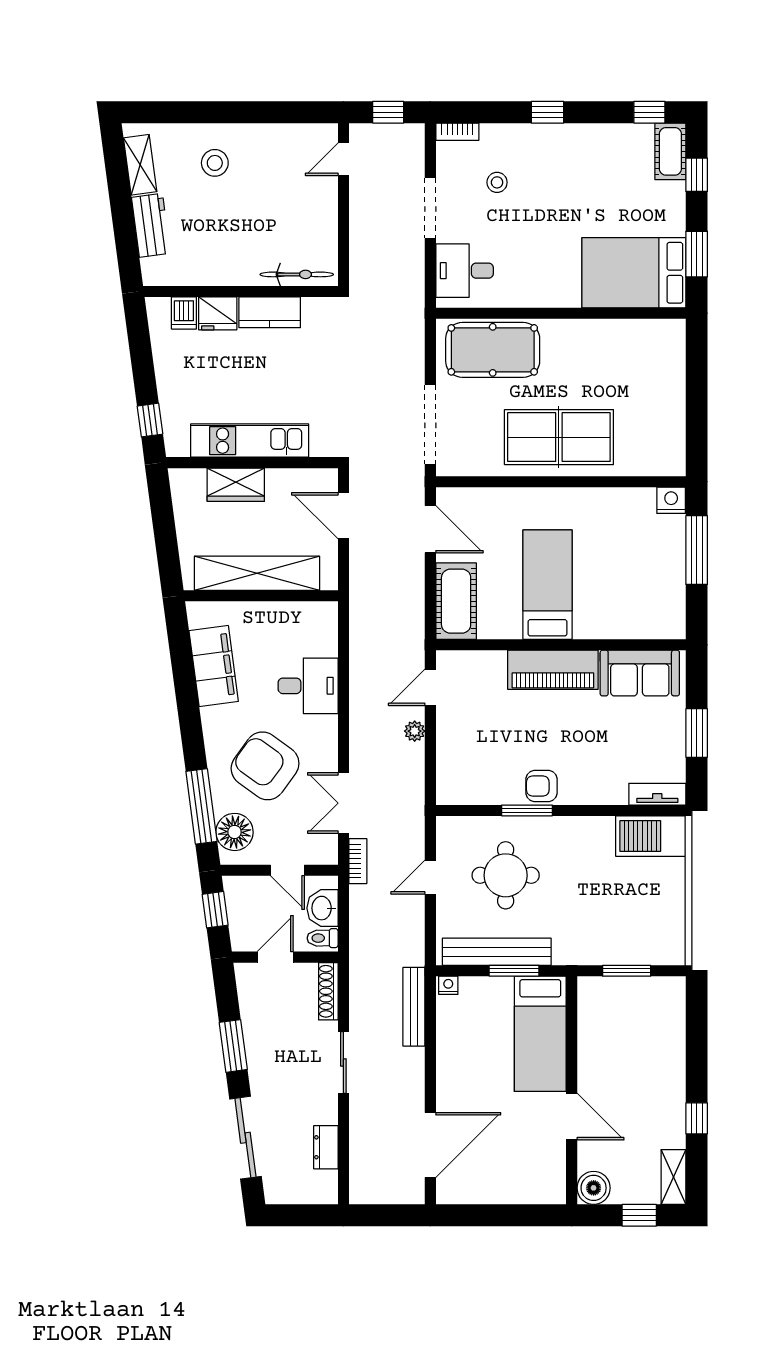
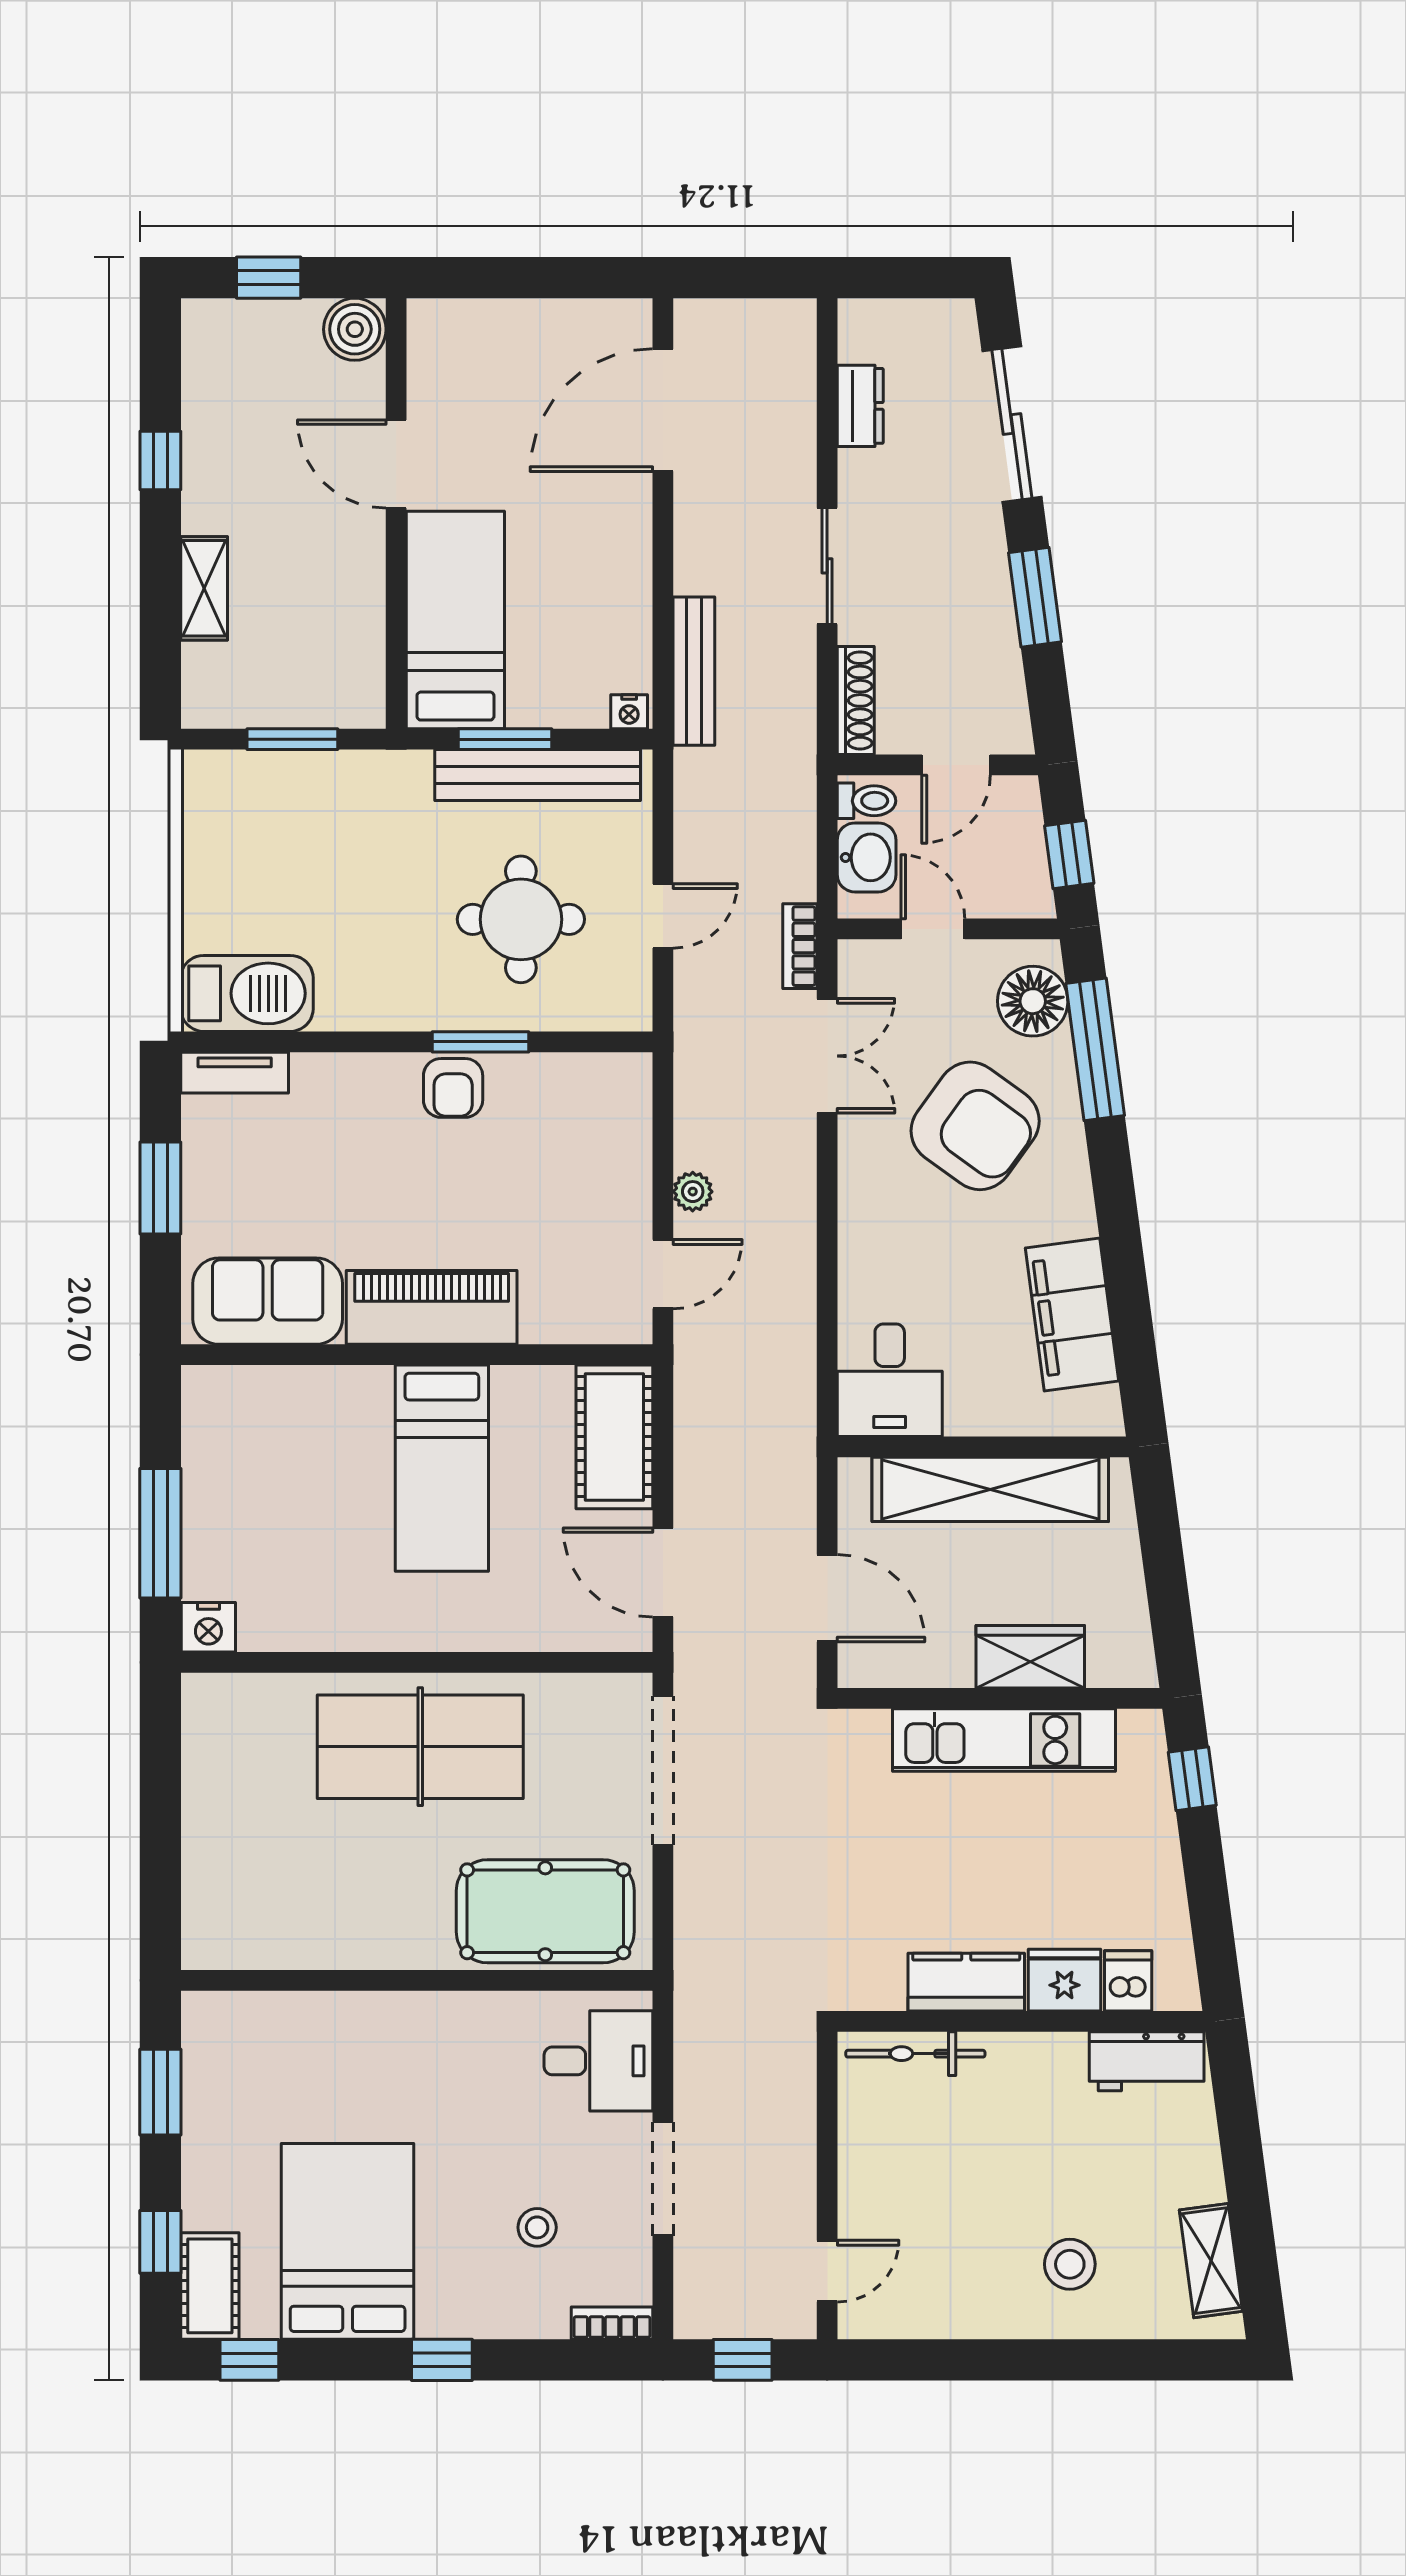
workbench: (151, 225) -> (1147, 2061), moved, turned -82
bed: (634, 273) -> (348, 2241), moved, turned -90
desk: (308, 686) -> (890, 1380), moved, turned -90
armchair: (542, 786) -> (453, 1088), turned 90
shelving: (673, 1177) -> (204, 588), moved

